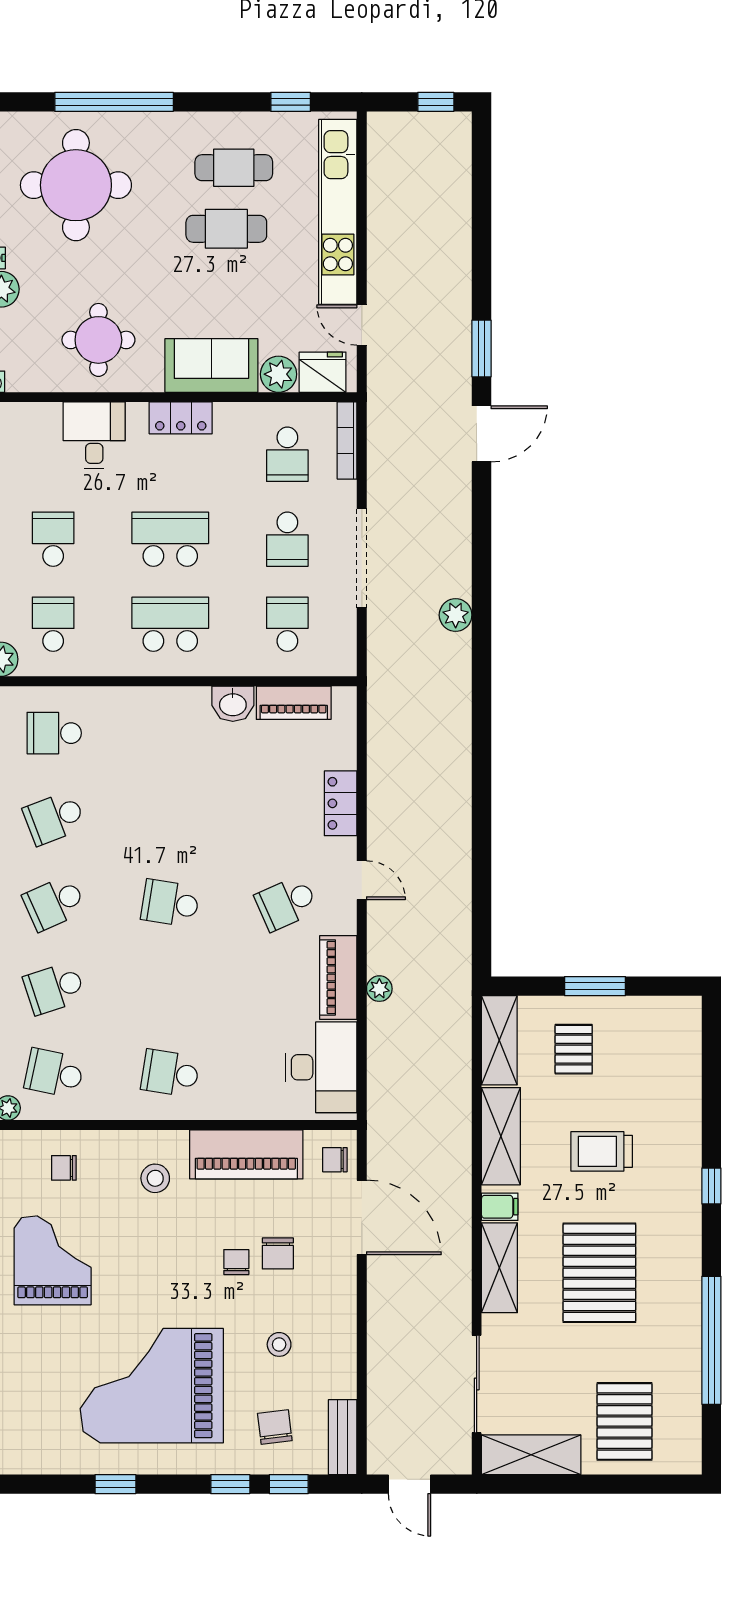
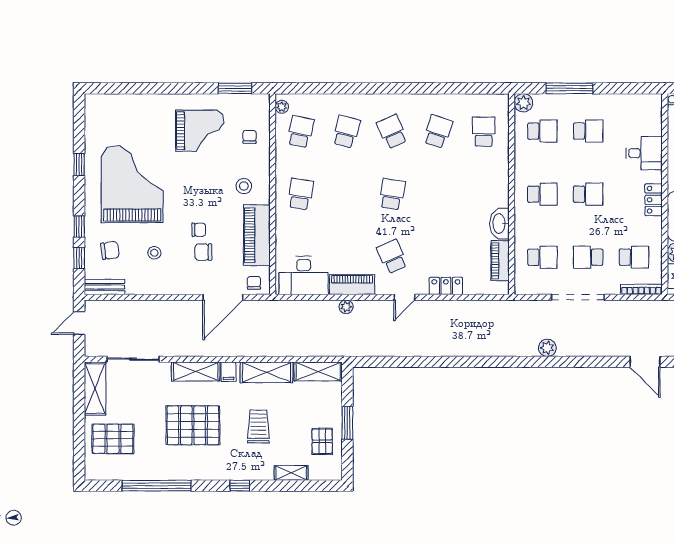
school desk: (287, 454) -> (634, 257), turned 180
school desk: (170, 539) -> (588, 194), width x0.54
school desk: (170, 624) -> (542, 194), width x0.54
washbasin: (233, 704) -> (500, 224), width x1.38
school desk: (54, 818) -> (438, 132), turned 39
school desk: (54, 988) -> (346, 132), turned 33
pallet: (574, 1049) -> (322, 441), moved, turned 90
shelving: (688, 1091) -> (291, 473), added

